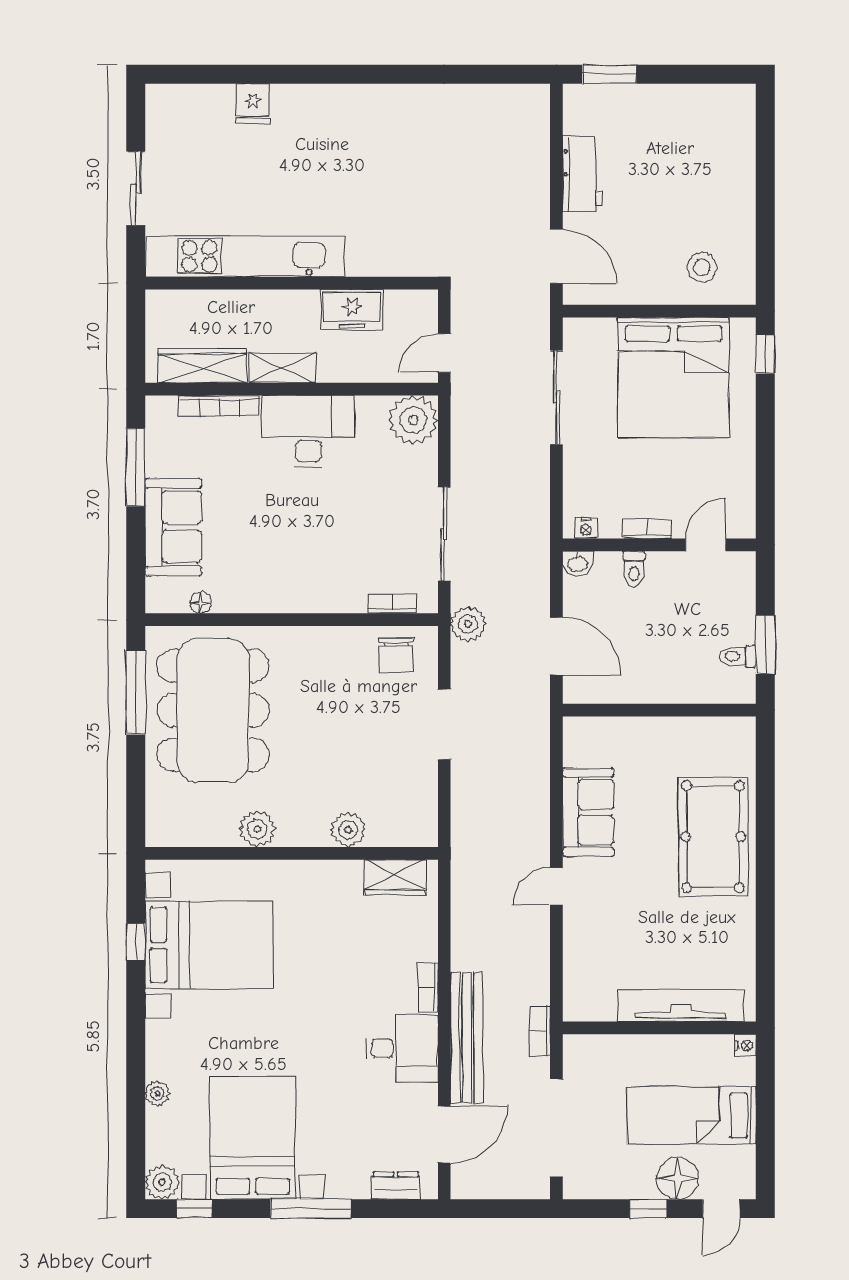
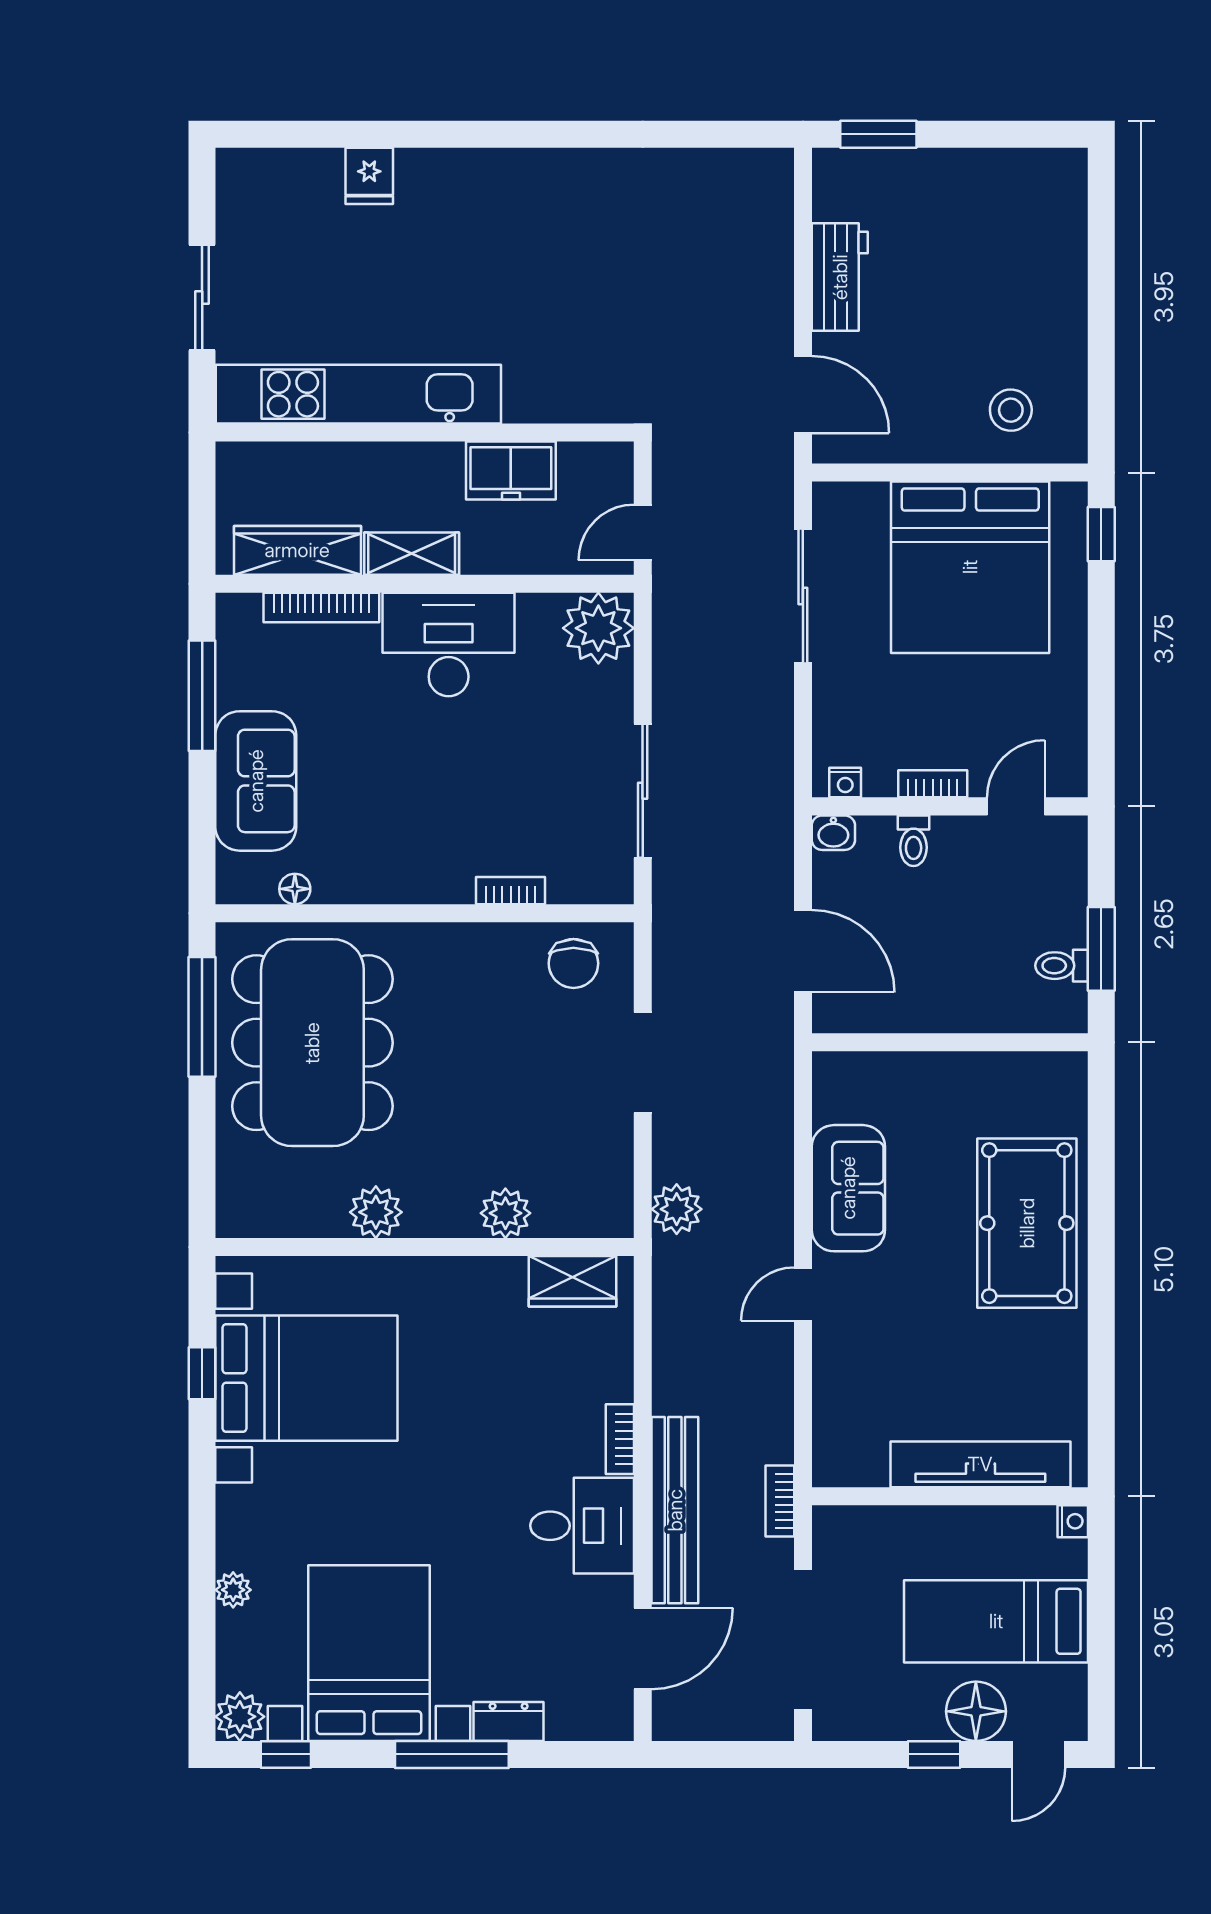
bookcase: (392, 604) -> (511, 891), moved
plant: (468, 624) -> (677, 1209), moved
dresser: (396, 1186) -> (509, 1722), moved

